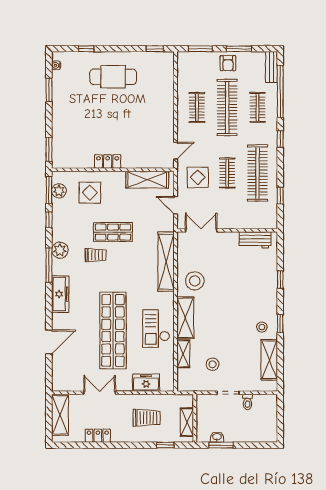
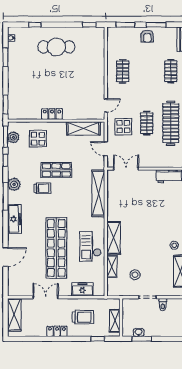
clothes rail: (227, 107) -> (147, 71), removed
stool: (195, 281) -> (121, 209), removed
locker: (98, 436) -> (57, 331), moved

